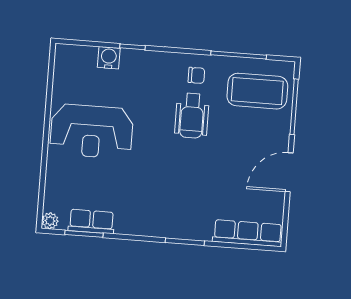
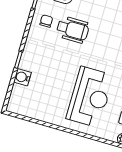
reception desk: (92, 131) -> (90, 97), moved

